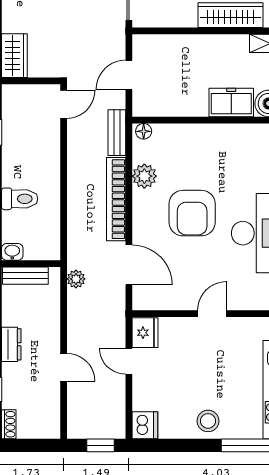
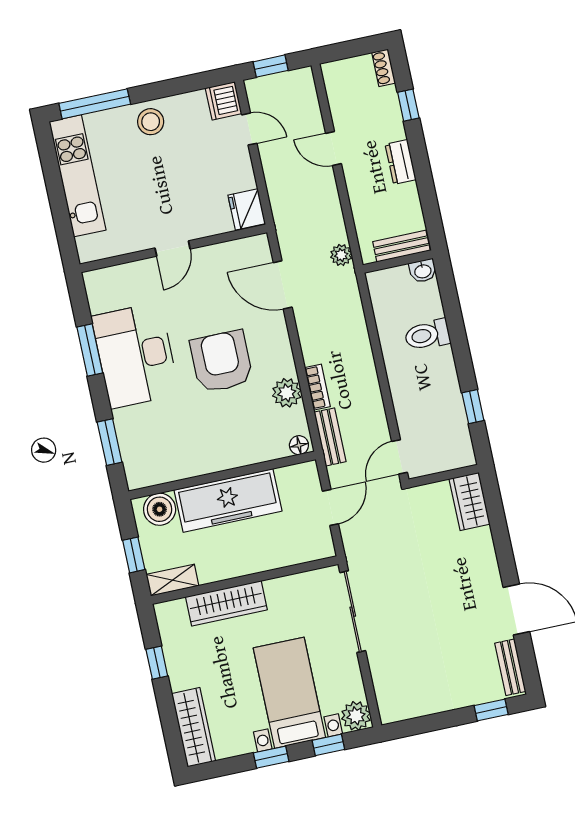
freezer: (231, 102) -> (228, 500), width x1.91, depth x1.26
bookcase: (116, 199) -> (317, 387), width x0.43, depth x0.76
door: (129, 361) -> (249, 129), moved

